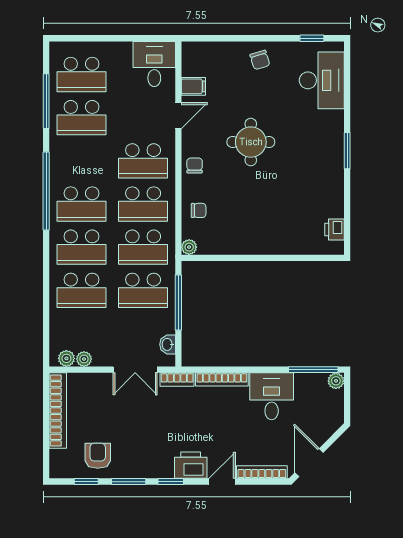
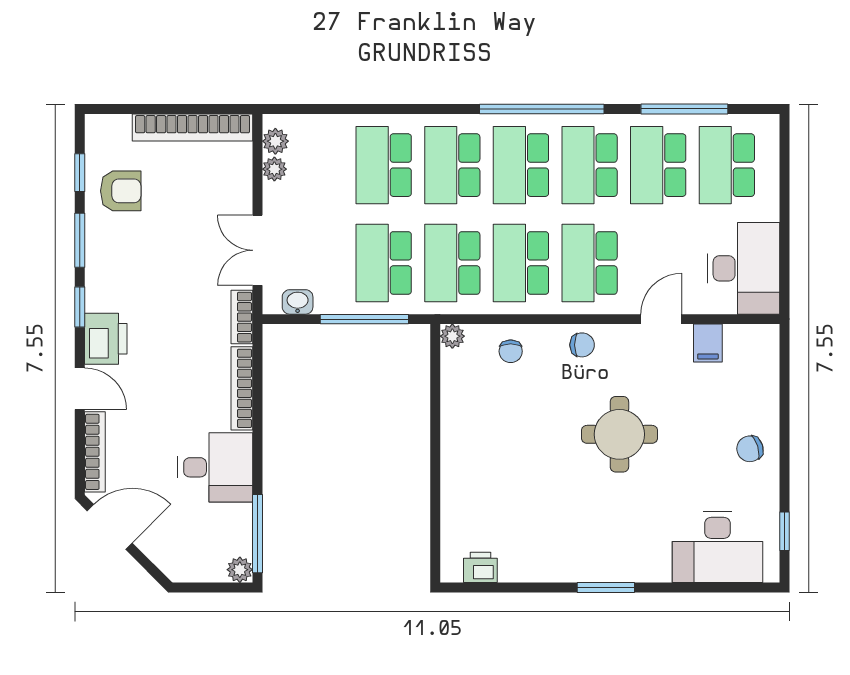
desk: (154, 64) -> (744, 268), width x1.37
door: (178, 116) -> (661, 319), swing flipped
school desk: (81, 161) -> (590, 165), added

